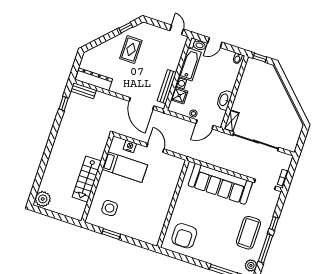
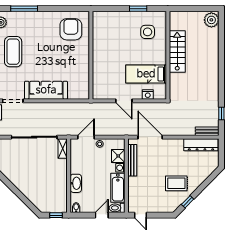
rug: (131, 50) -> (176, 183), turned 90
washbasin: (224, 100) -> (76, 183), moved
sofa: (220, 184) -> (46, 90), width x0.74, depth x0.79

